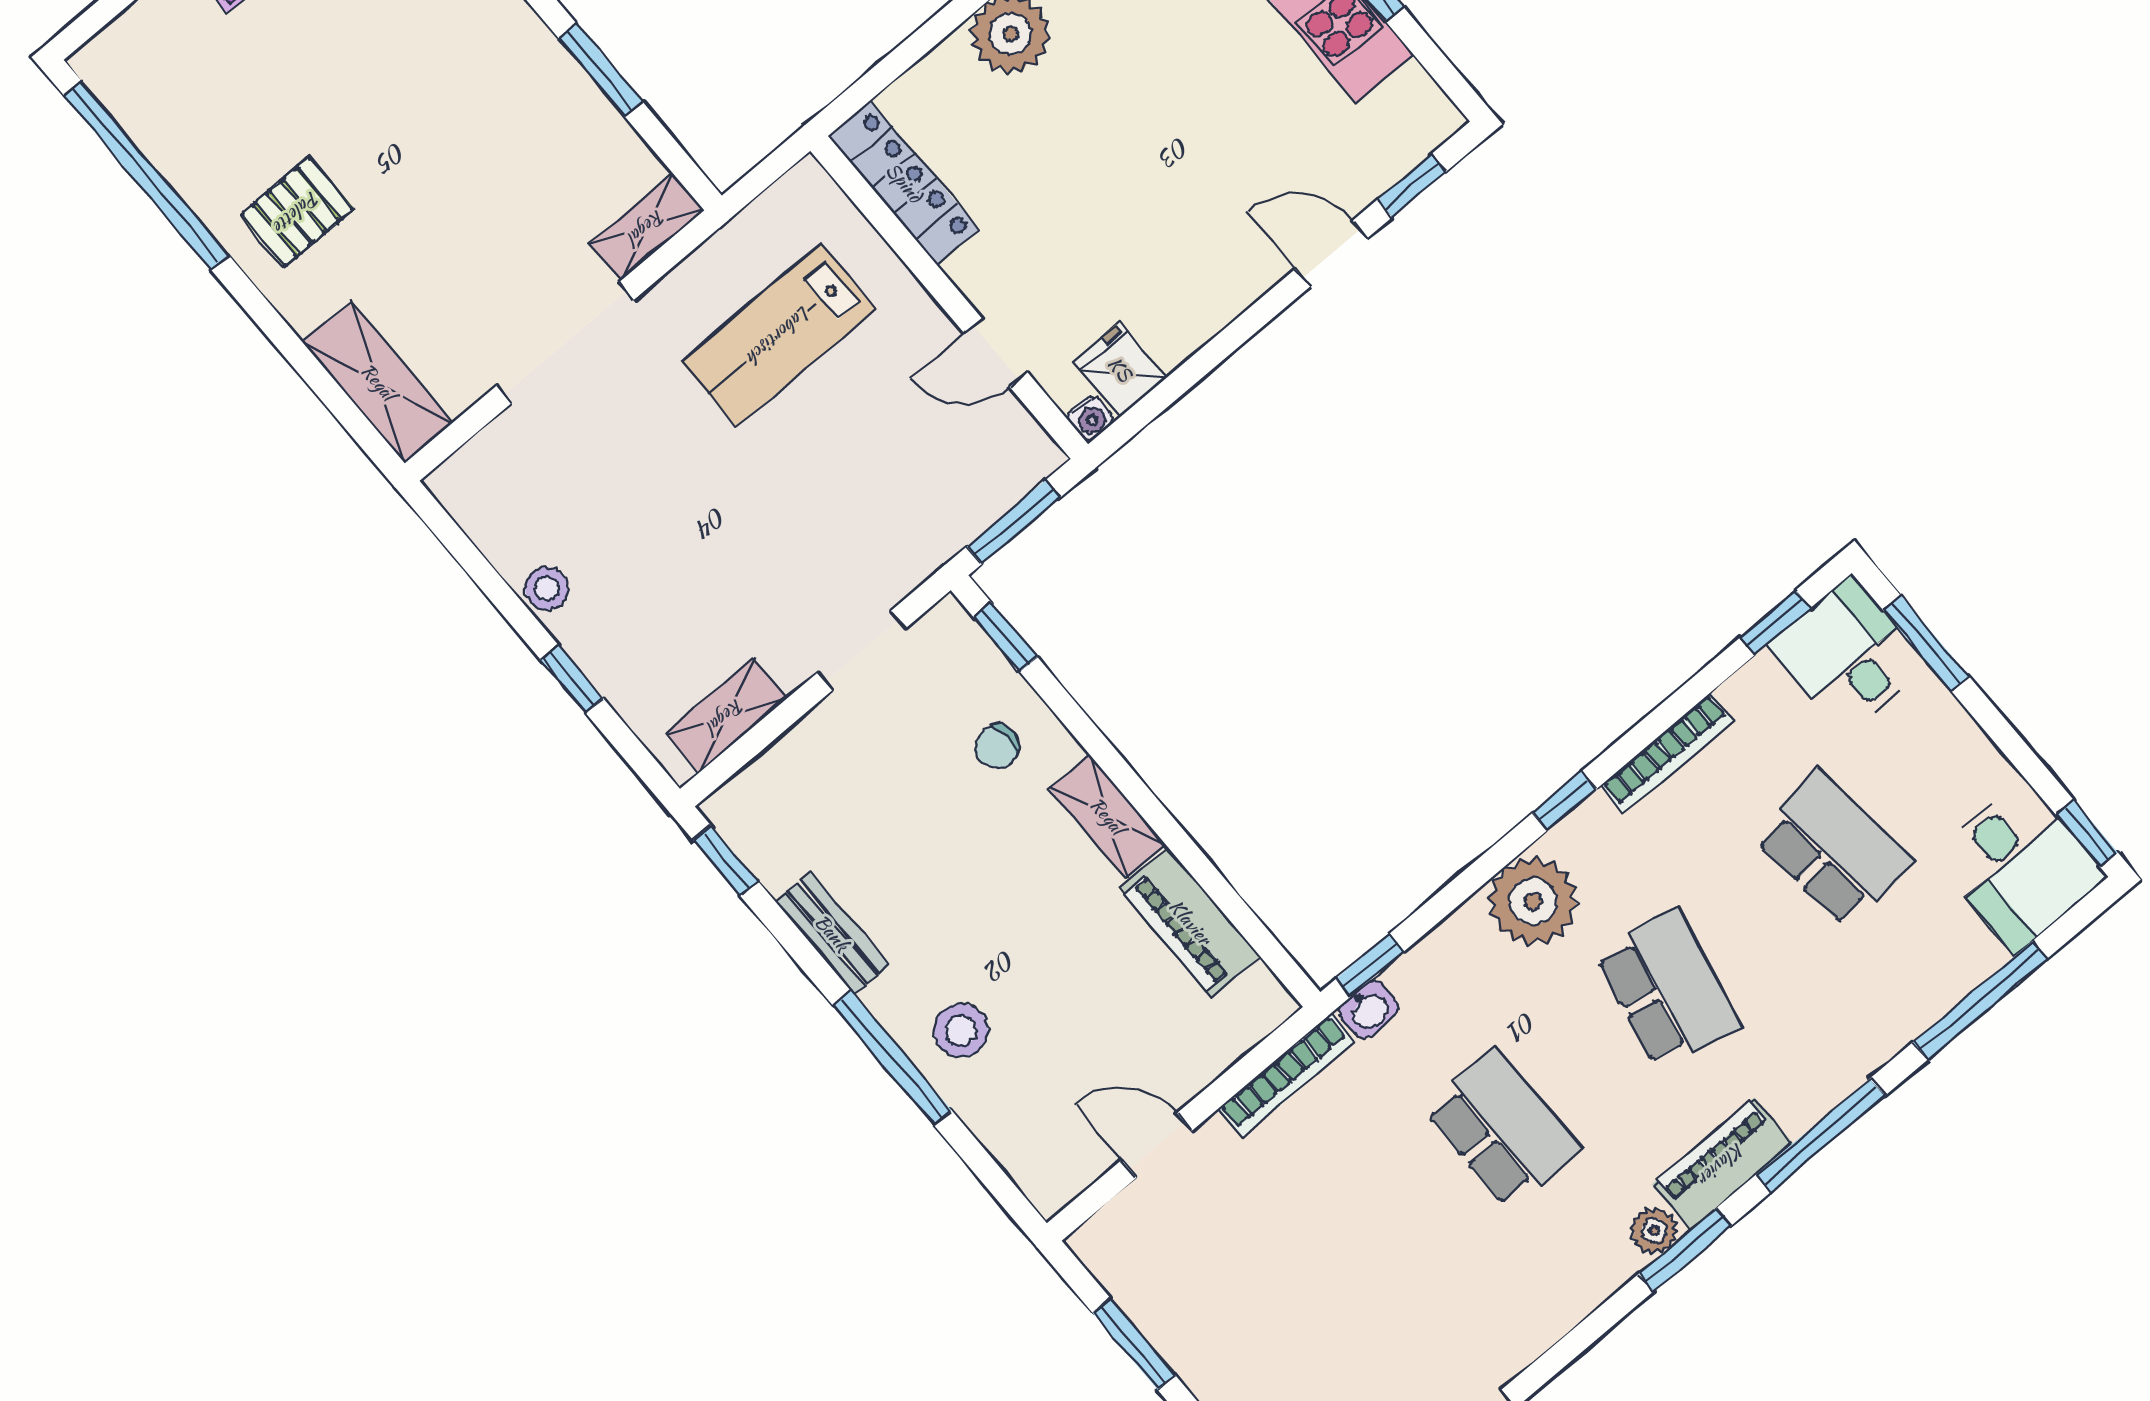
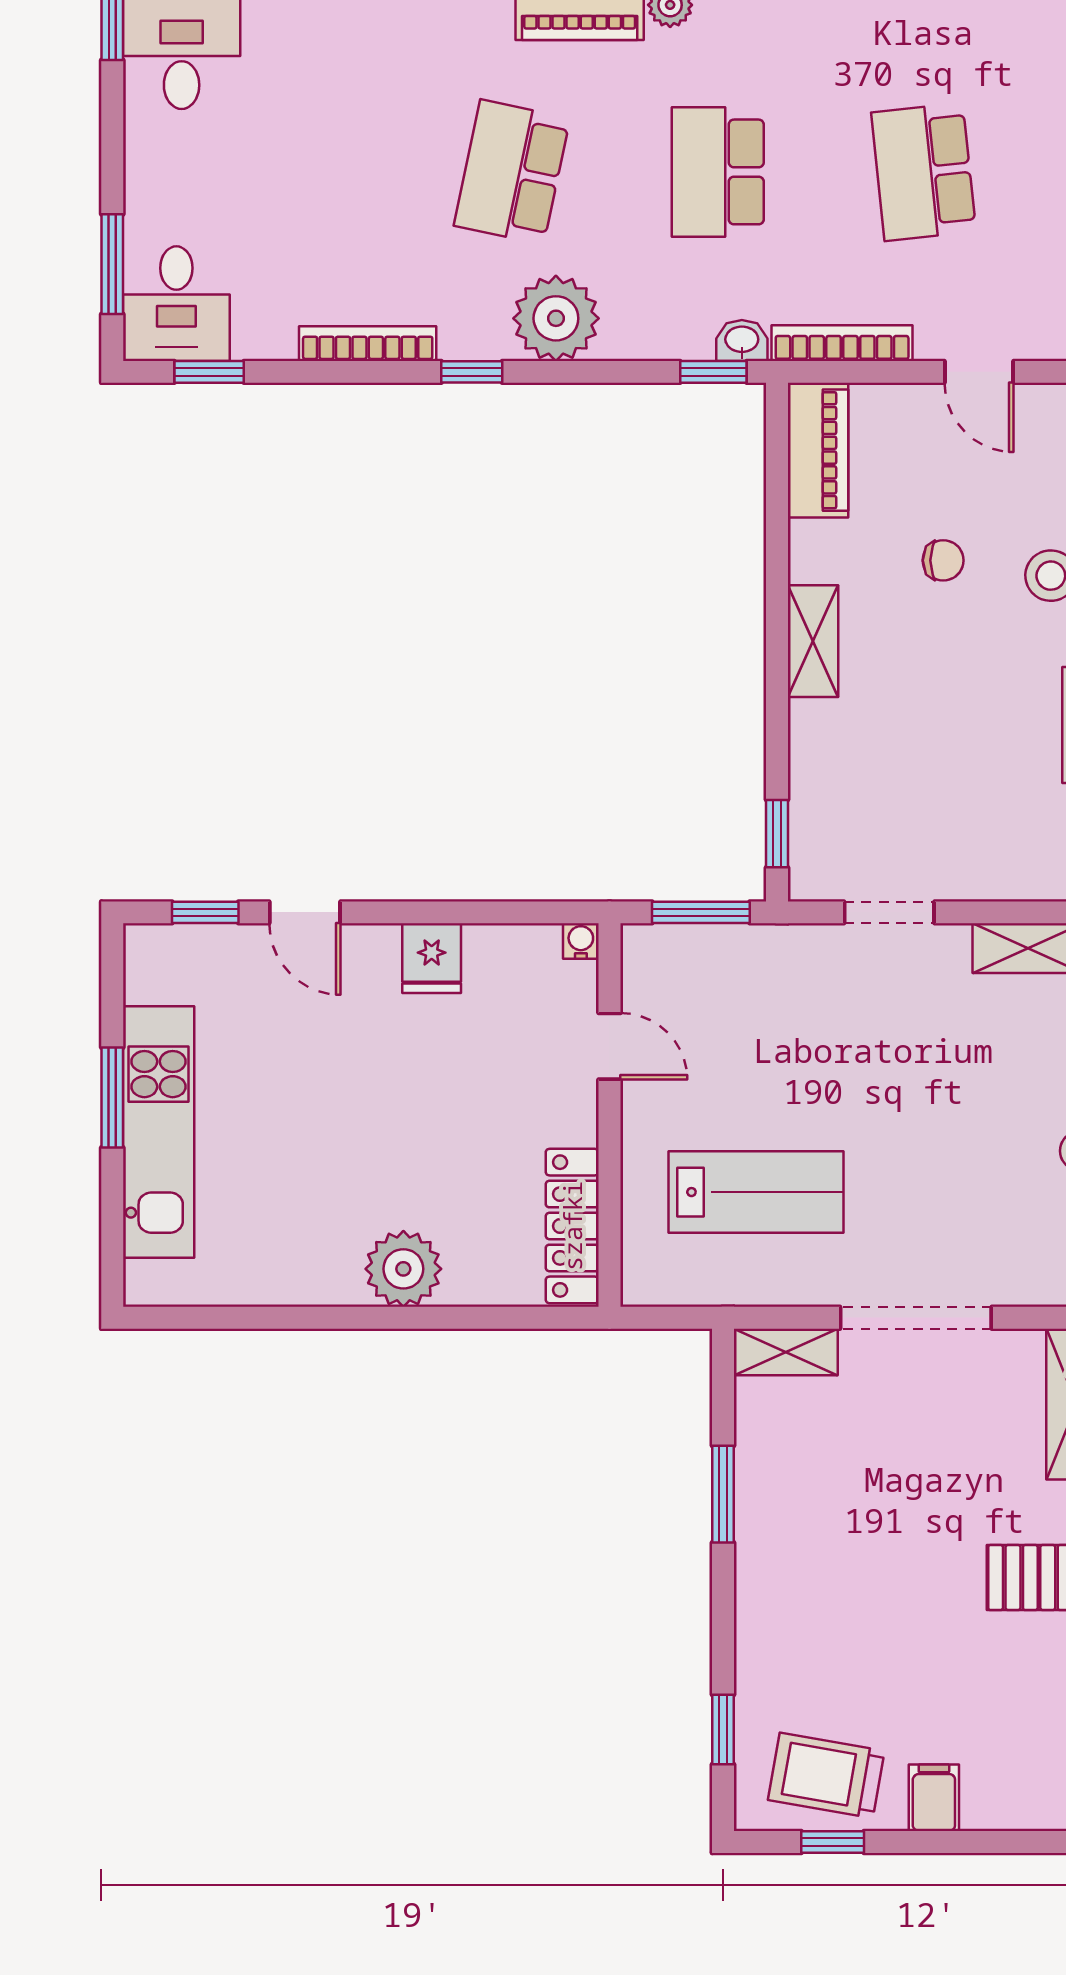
fridge: (1120, 369) -> (432, 958), moved
chair: (997, 747) -> (943, 560), moved
school desk: (1833, 849) -> (924, 172), moved
piano: (1190, 922) -> (818, 450), moved

